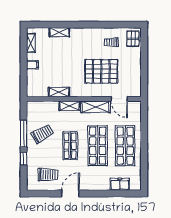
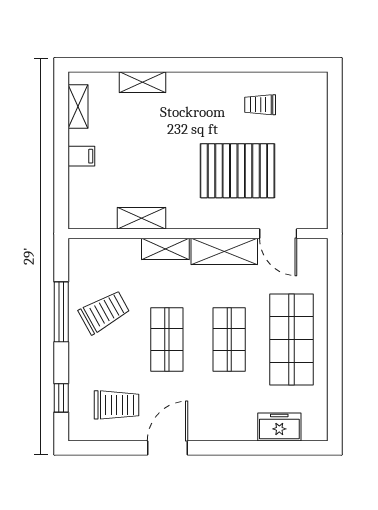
pallet: (133, 39) -> (309, 97), removed
shop shelf: (98, 146) -> (229, 340), width x0.70, depth x0.74
window: (24, 159) -> (61, 398), moved

